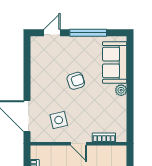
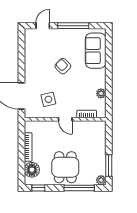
armchair: (76, 81) -> (63, 66), turned -117
plant: (121, 90) -> (101, 93), moved

